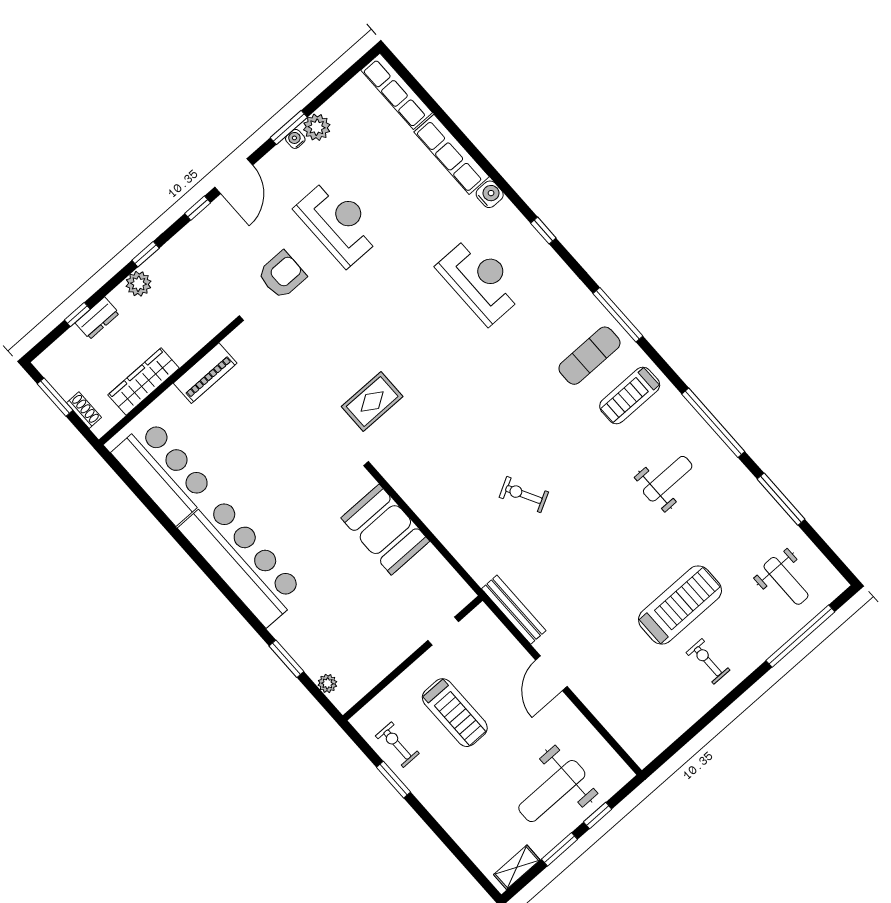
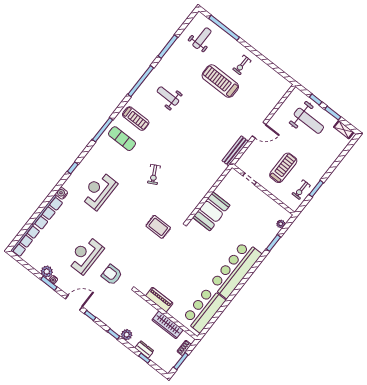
exercise bike: (524, 495) -> (154, 174), moved

